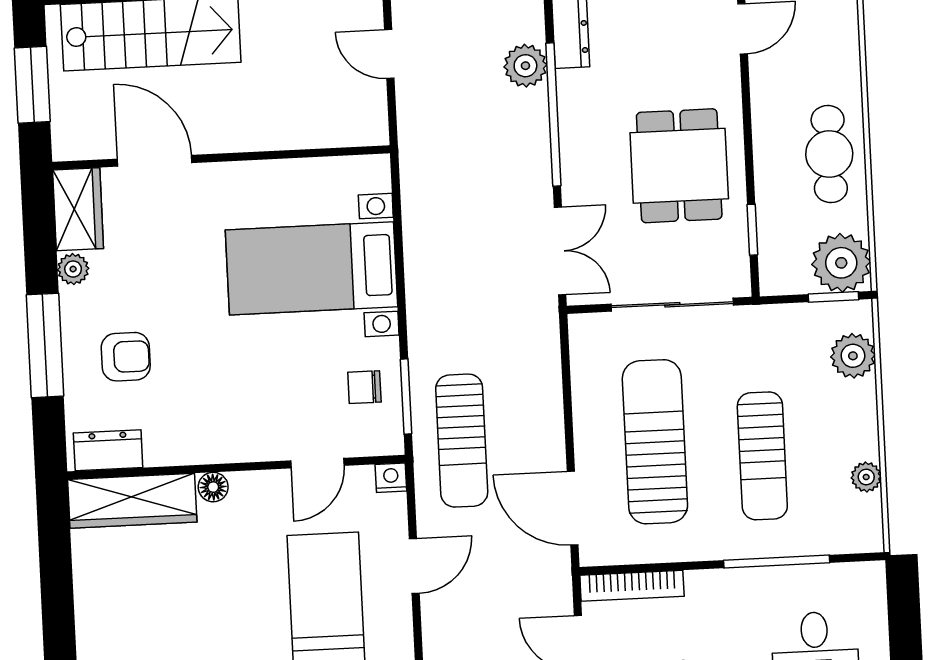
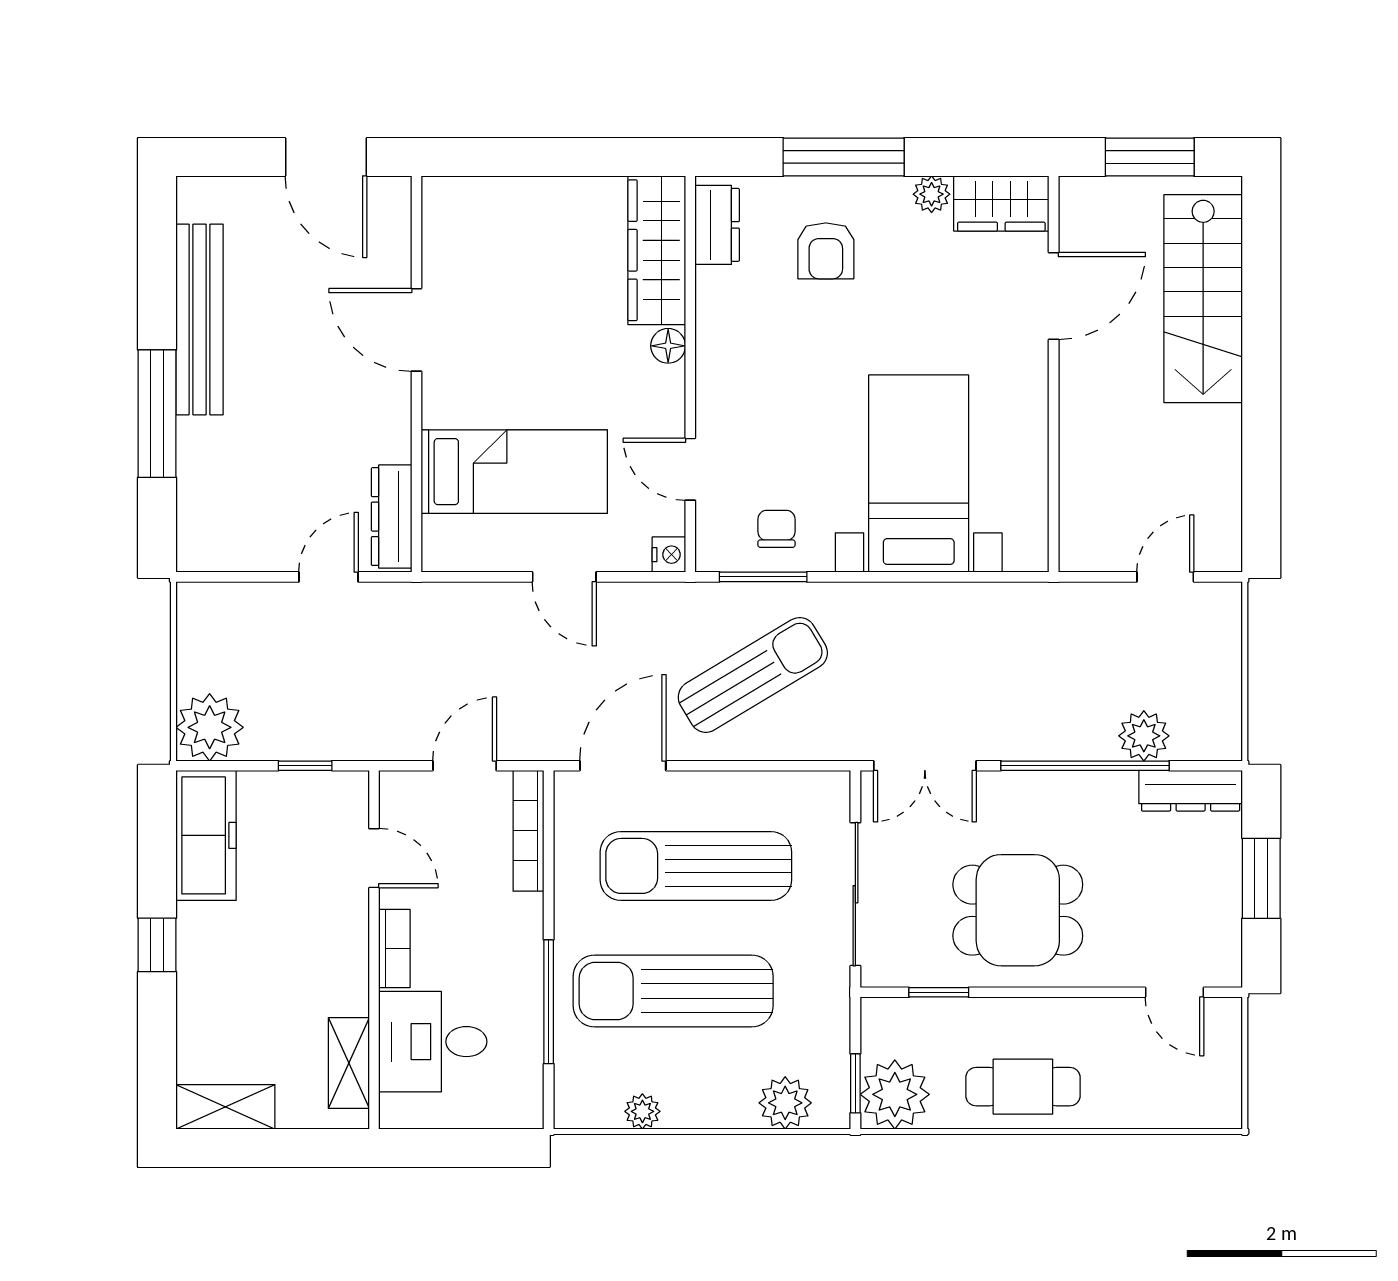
sun lounger: (462, 441) -> (753, 675), moved, turned 149
sun lounger: (655, 442) -> (696, 866), turned 180
sun lounger: (762, 456) -> (673, 991), width x1.36, depth x1.34

